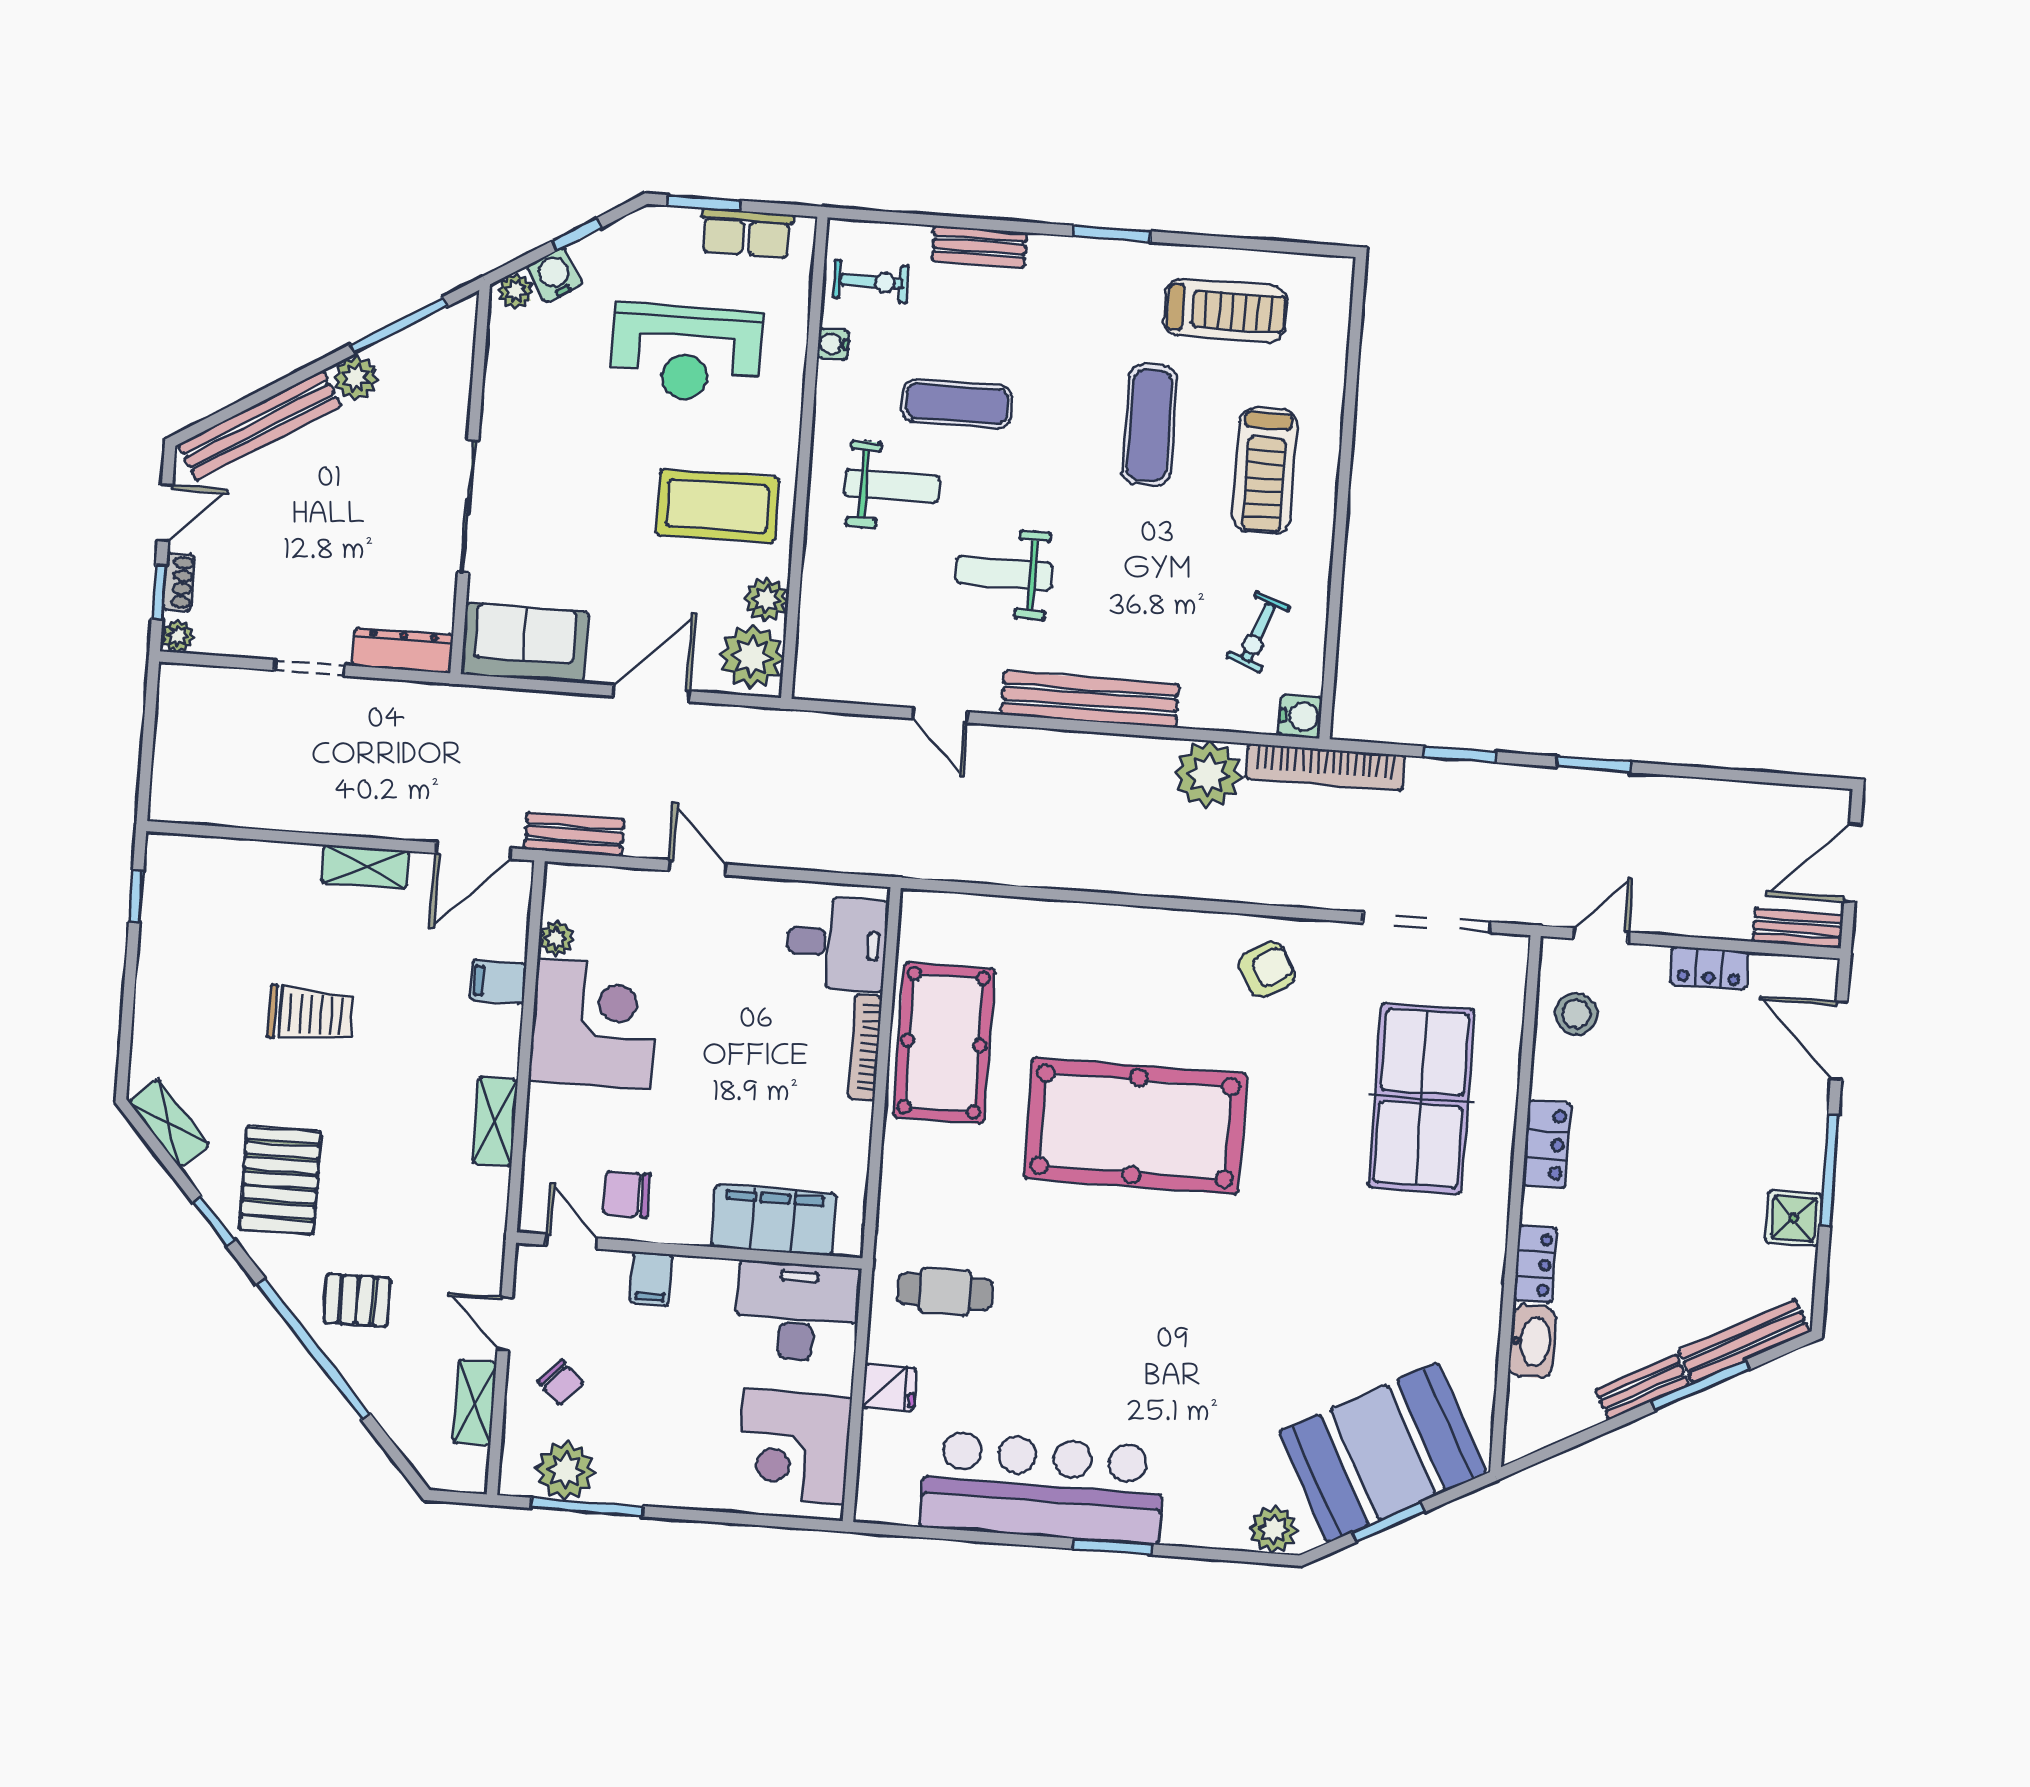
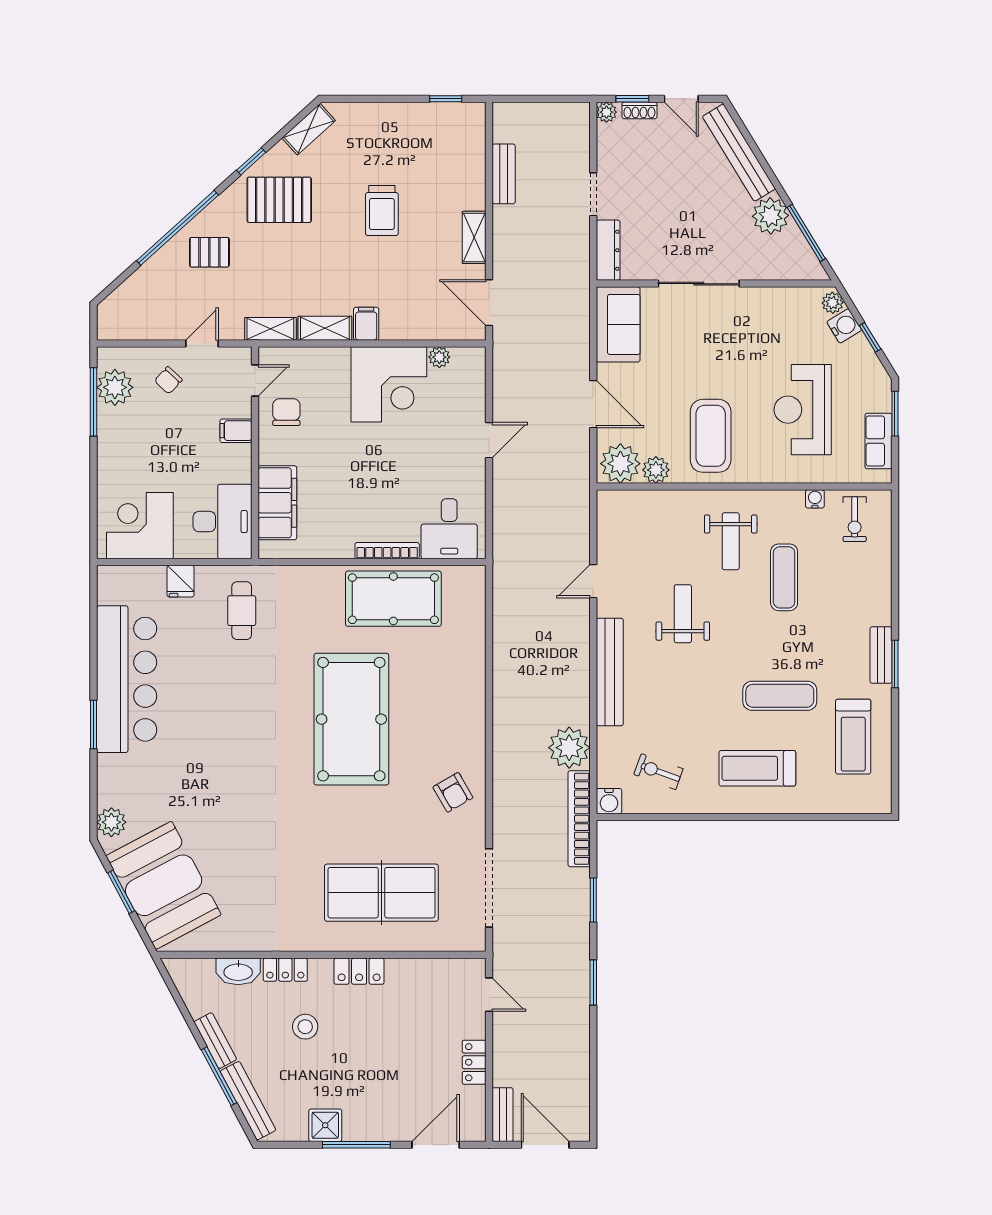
bench: (979, 247) -> (881, 655), moved
plant: (356, 378) -> (771, 216), width x1.36, depth x1.36
bench: (574, 834) -> (504, 174), moved
filing cabinet: (498, 982) -> (366, 324), moved
stool: (1576, 1014) -> (305, 1027), moved
pallet: (357, 1300) -> (209, 252), turned 90
shelving: (475, 1403) -> (270, 329), moved

